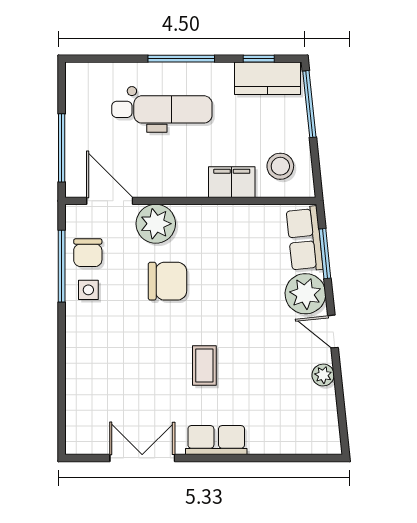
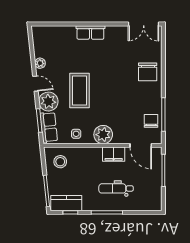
dental chair: (162, 109) -> (116, 188), width x0.73, depth x0.72
filing cabinet: (232, 182) -> (114, 154), moved
plant: (156, 224) -> (103, 135), moved
chair: (167, 281) -> (148, 72), moved, turned -90
side table: (88, 290) -> (76, 134), moved
coffee table: (204, 366) -> (79, 91), moved, width x1.86, depth x1.72
double door: (142, 458) -> (144, 24), moved

